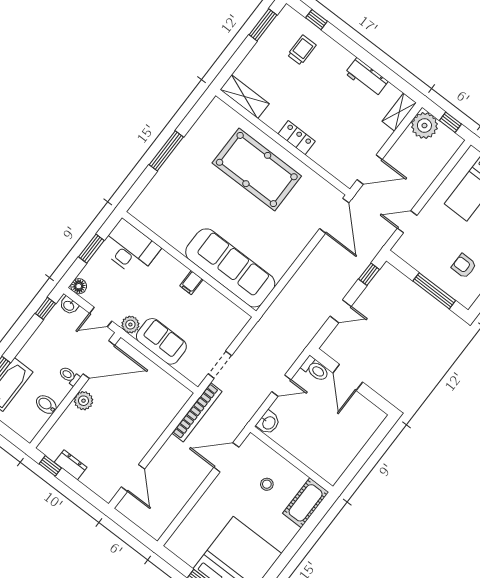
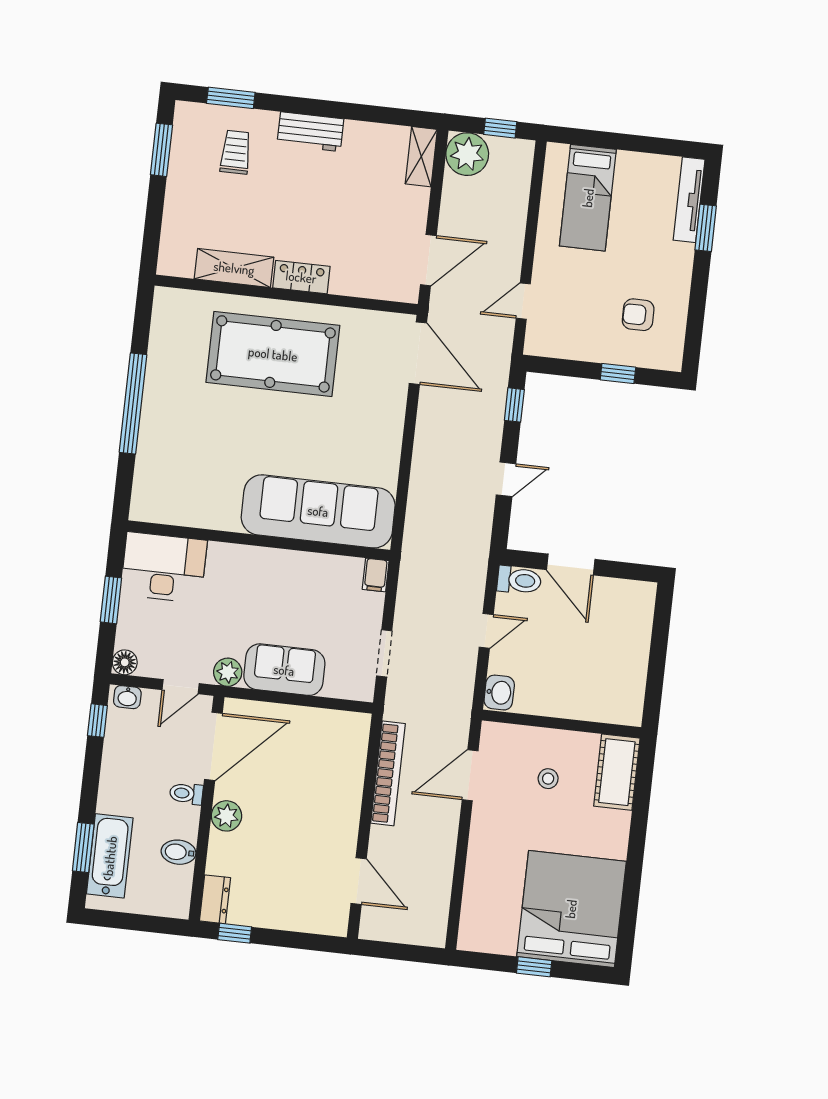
window: (317, 20) -> (231, 98), width x1.50
workbench: (367, 77) -> (310, 132), moved
shelving: (245, 97) -> (234, 268), moved
window: (166, 151) -> (133, 403), width x1.46
filing cabinet: (191, 283) -> (376, 575), moved
window: (434, 291) -> (618, 374), width x0.46
bookcase: (197, 412) -> (388, 773), moved
dresser: (71, 465) -> (215, 899), moved, turned 90

